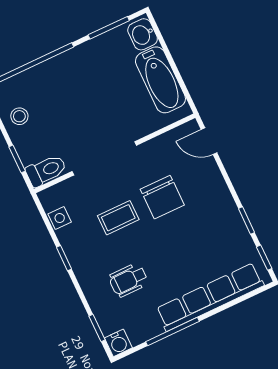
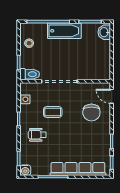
bathtub: (160, 80) -> (64, 31), moved, turned -90
chair: (162, 197) -> (91, 112), moved
wheelchair: (128, 280) -> (37, 135), moved

